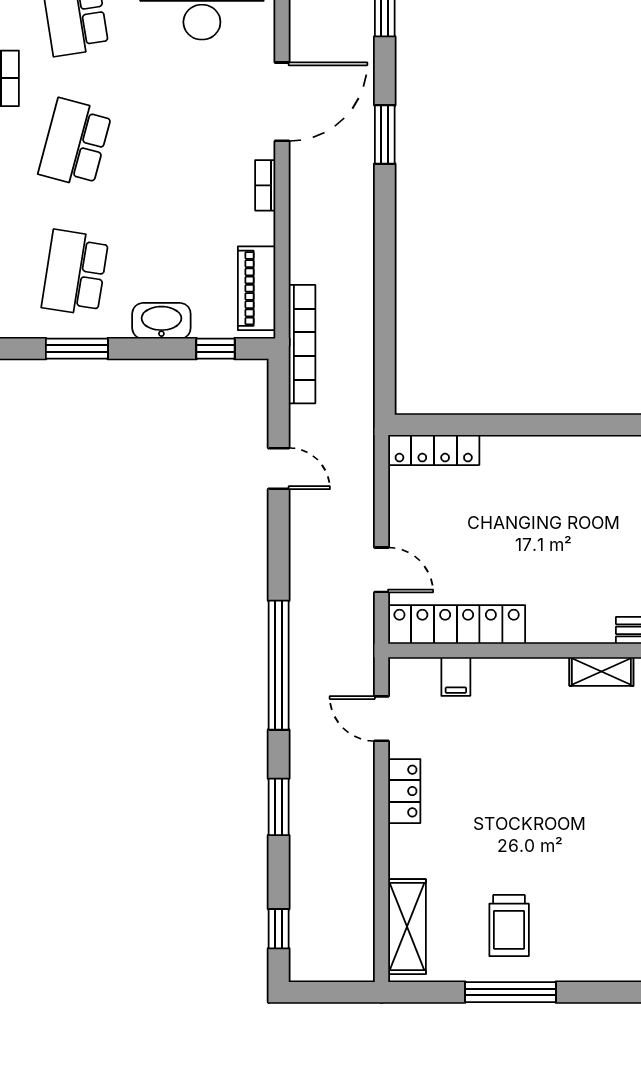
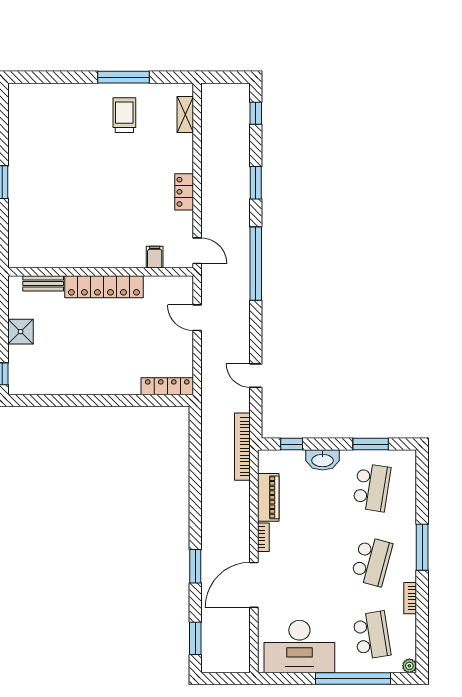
piano: (257, 288) -> (268, 497), moved
locker: (457, 624) -> (104, 287), moved
shelving: (601, 672) -> (72, 260), removed
door: (381, 719) -> (197, 251), moved
shelving: (407, 927) -> (185, 114), width x0.67, depth x0.75

